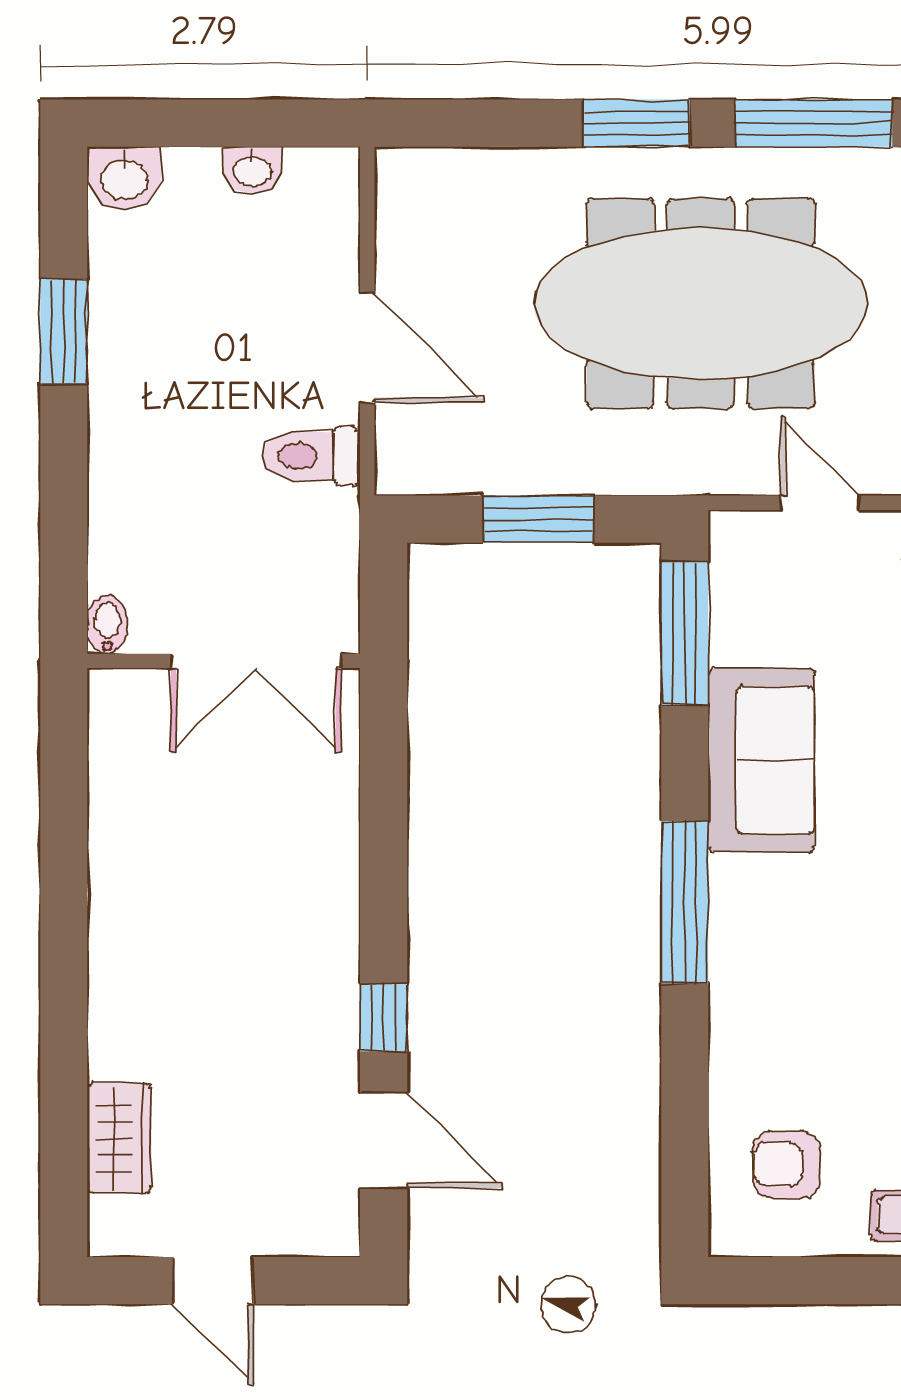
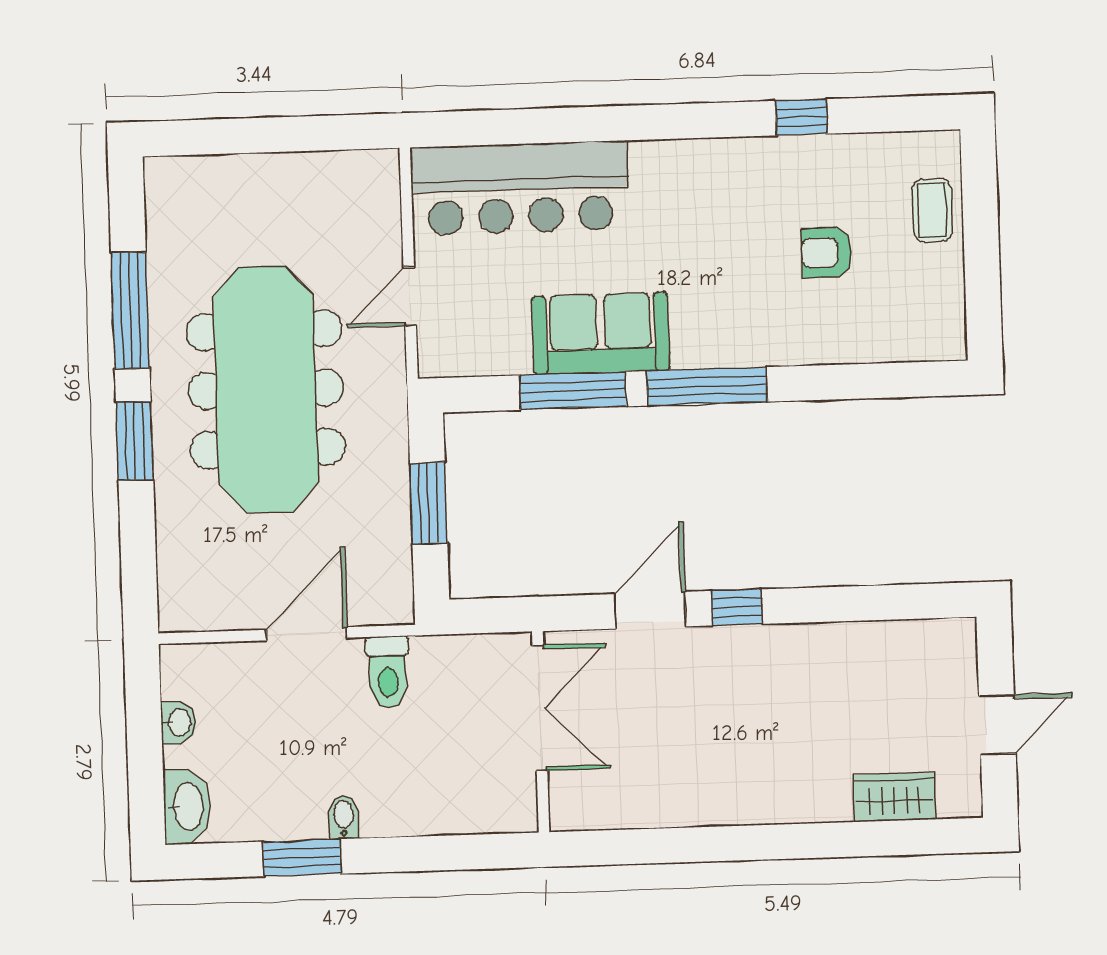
washbasin: (124, 178) -> (187, 806), width x1.38
bidet: (107, 625) -> (344, 817), moved, turned 90
window: (685, 633) -> (573, 391), moved
window: (384, 1018) -> (737, 607), moved
door: (384, 1140) -> (650, 610), moved
armchair: (786, 1164) -> (827, 253), moved, turned 90

